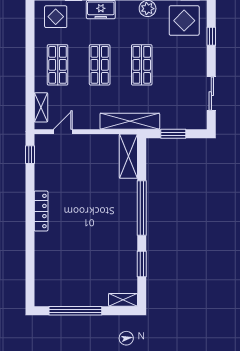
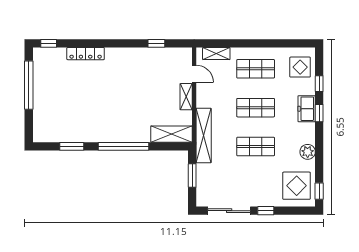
window: (211, 36) -> (266, 211), moved
sliding door: (211, 94) -> (229, 211), width x1.37
window: (30, 155) -> (156, 43), moved
locker: (41, 211) -> (86, 54), moved
window: (30, 289) -> (49, 43), added
shelving: (123, 300) -> (186, 97), moved

